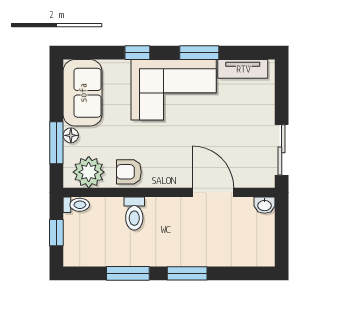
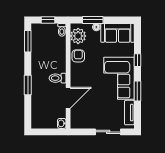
sliding door: (282, 150) -> (108, 132), moved
toilet: (134, 213) -> (58, 78), moved
window: (128, 273) -> (28, 41), moved

